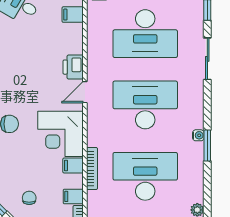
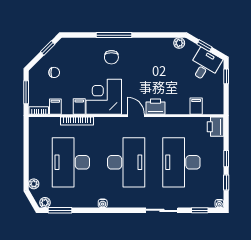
window: (207, 145) -> (60, 210), moved
desk: (145, 176) -> (71, 162), turned 180

